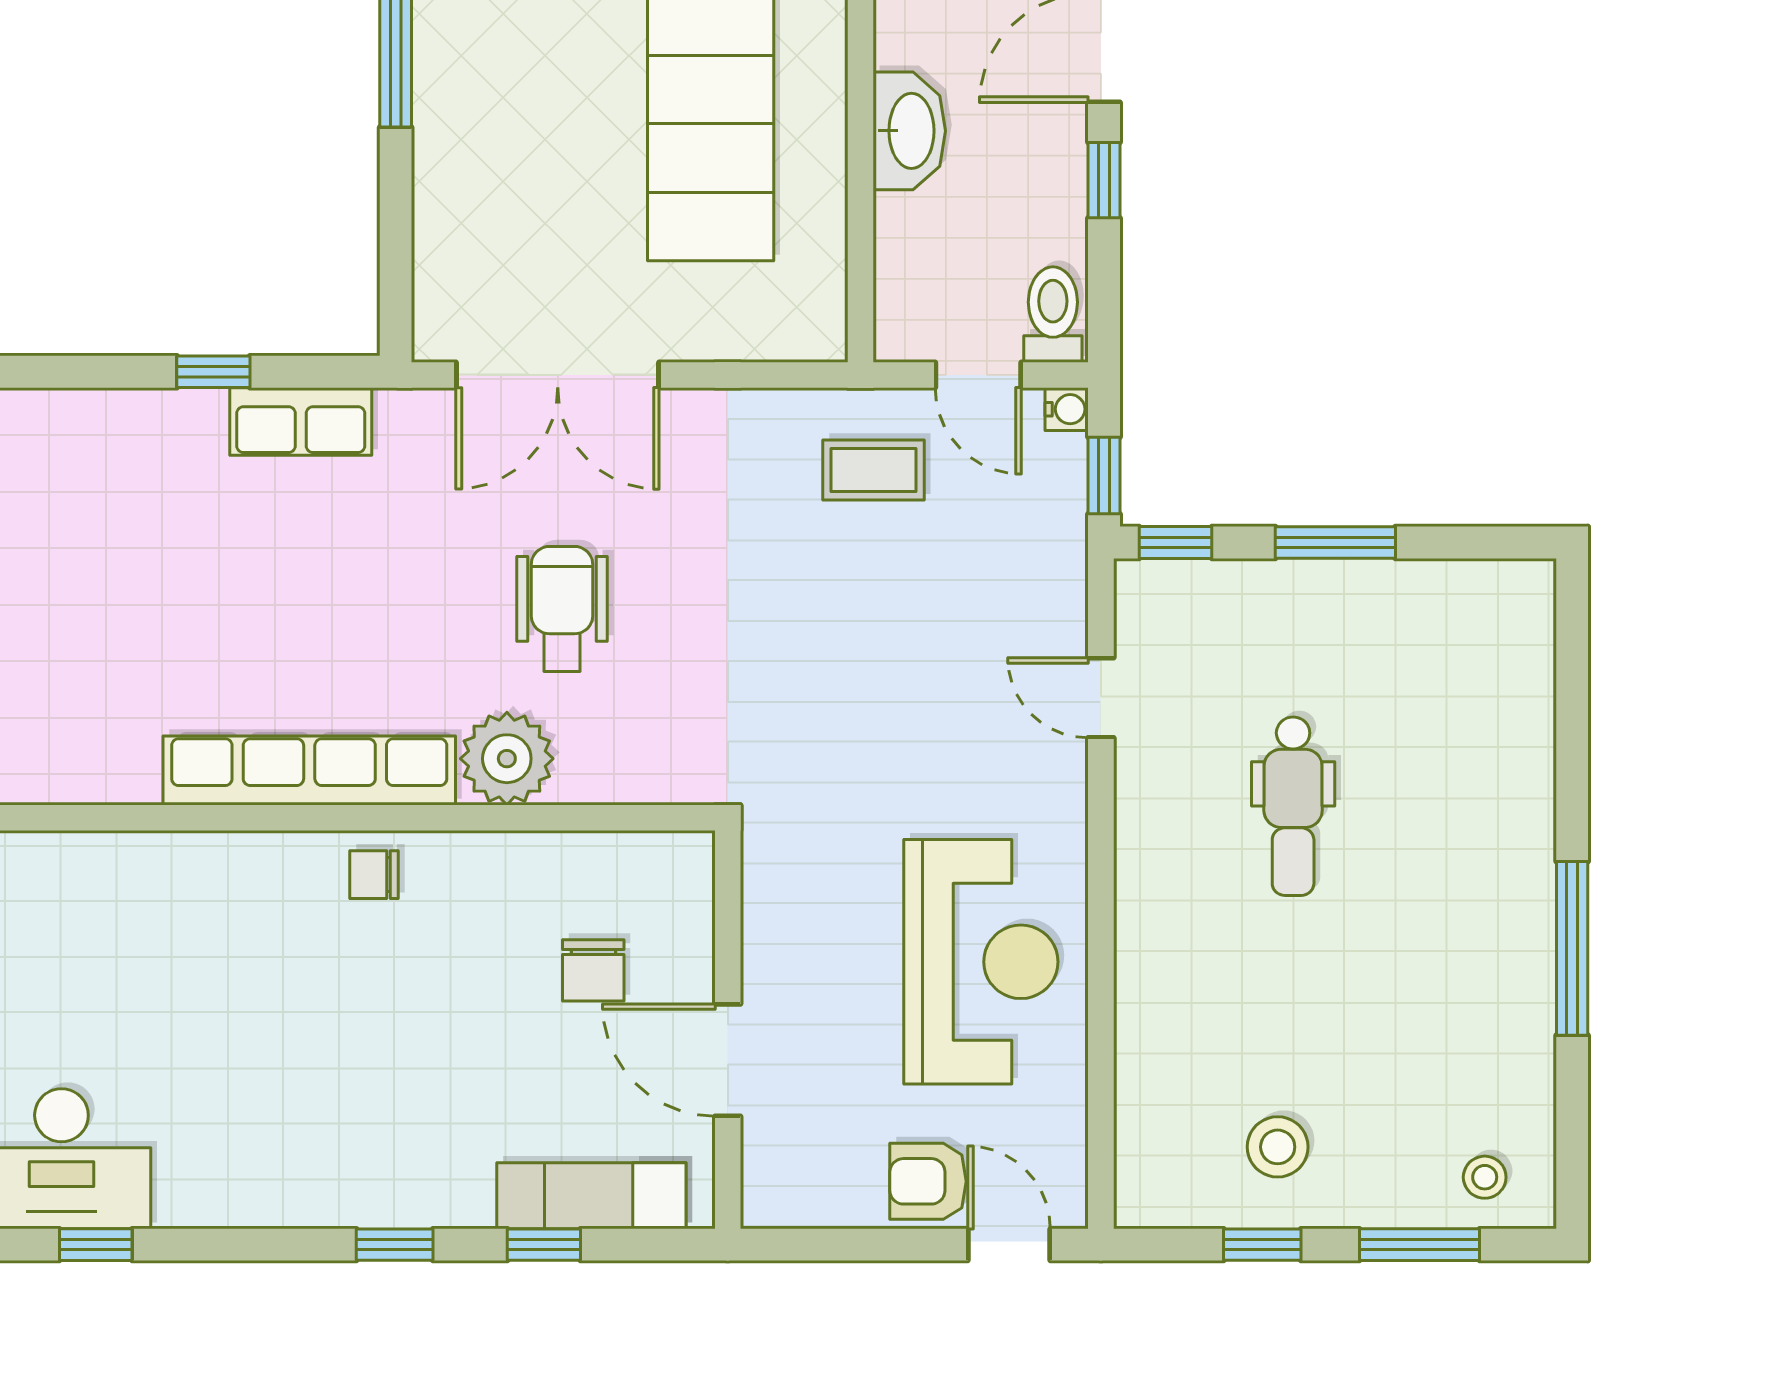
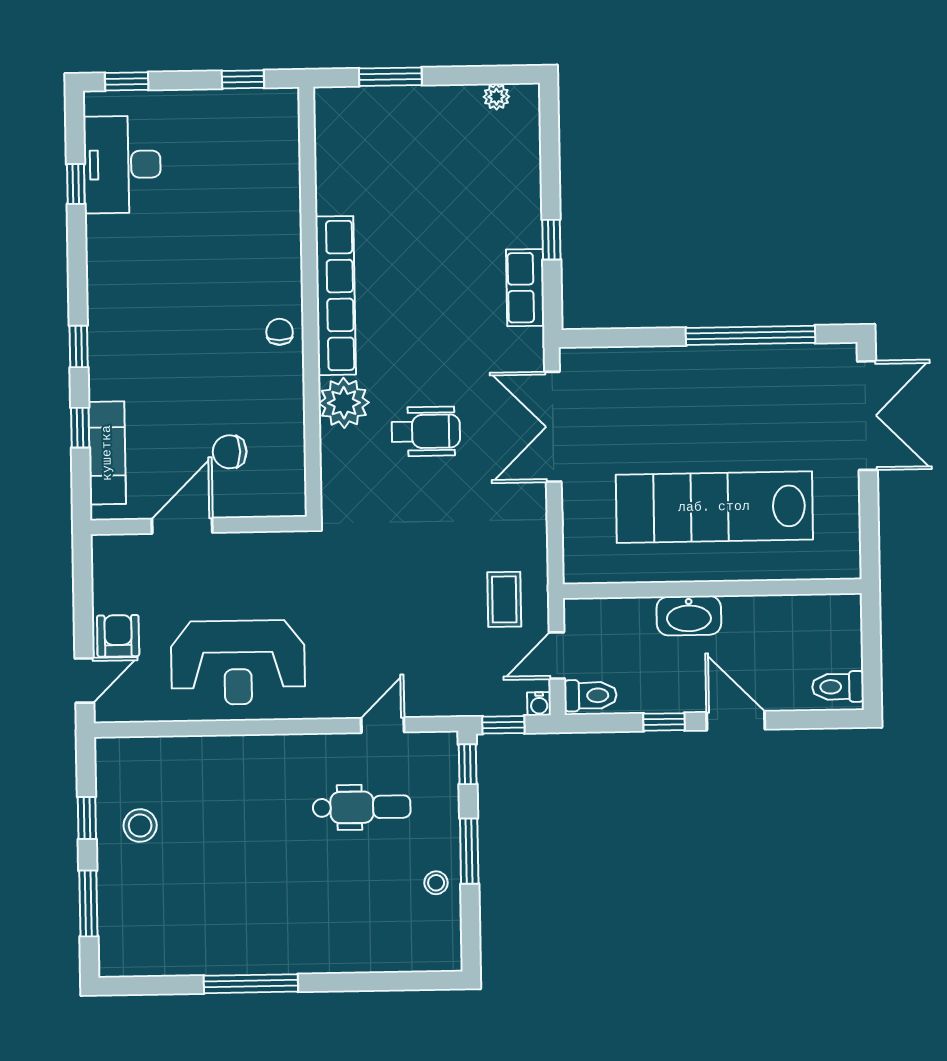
dental chair: (1293, 806) -> (362, 807), moved, turned 180
stool: (1485, 1177) -> (436, 883), moved

